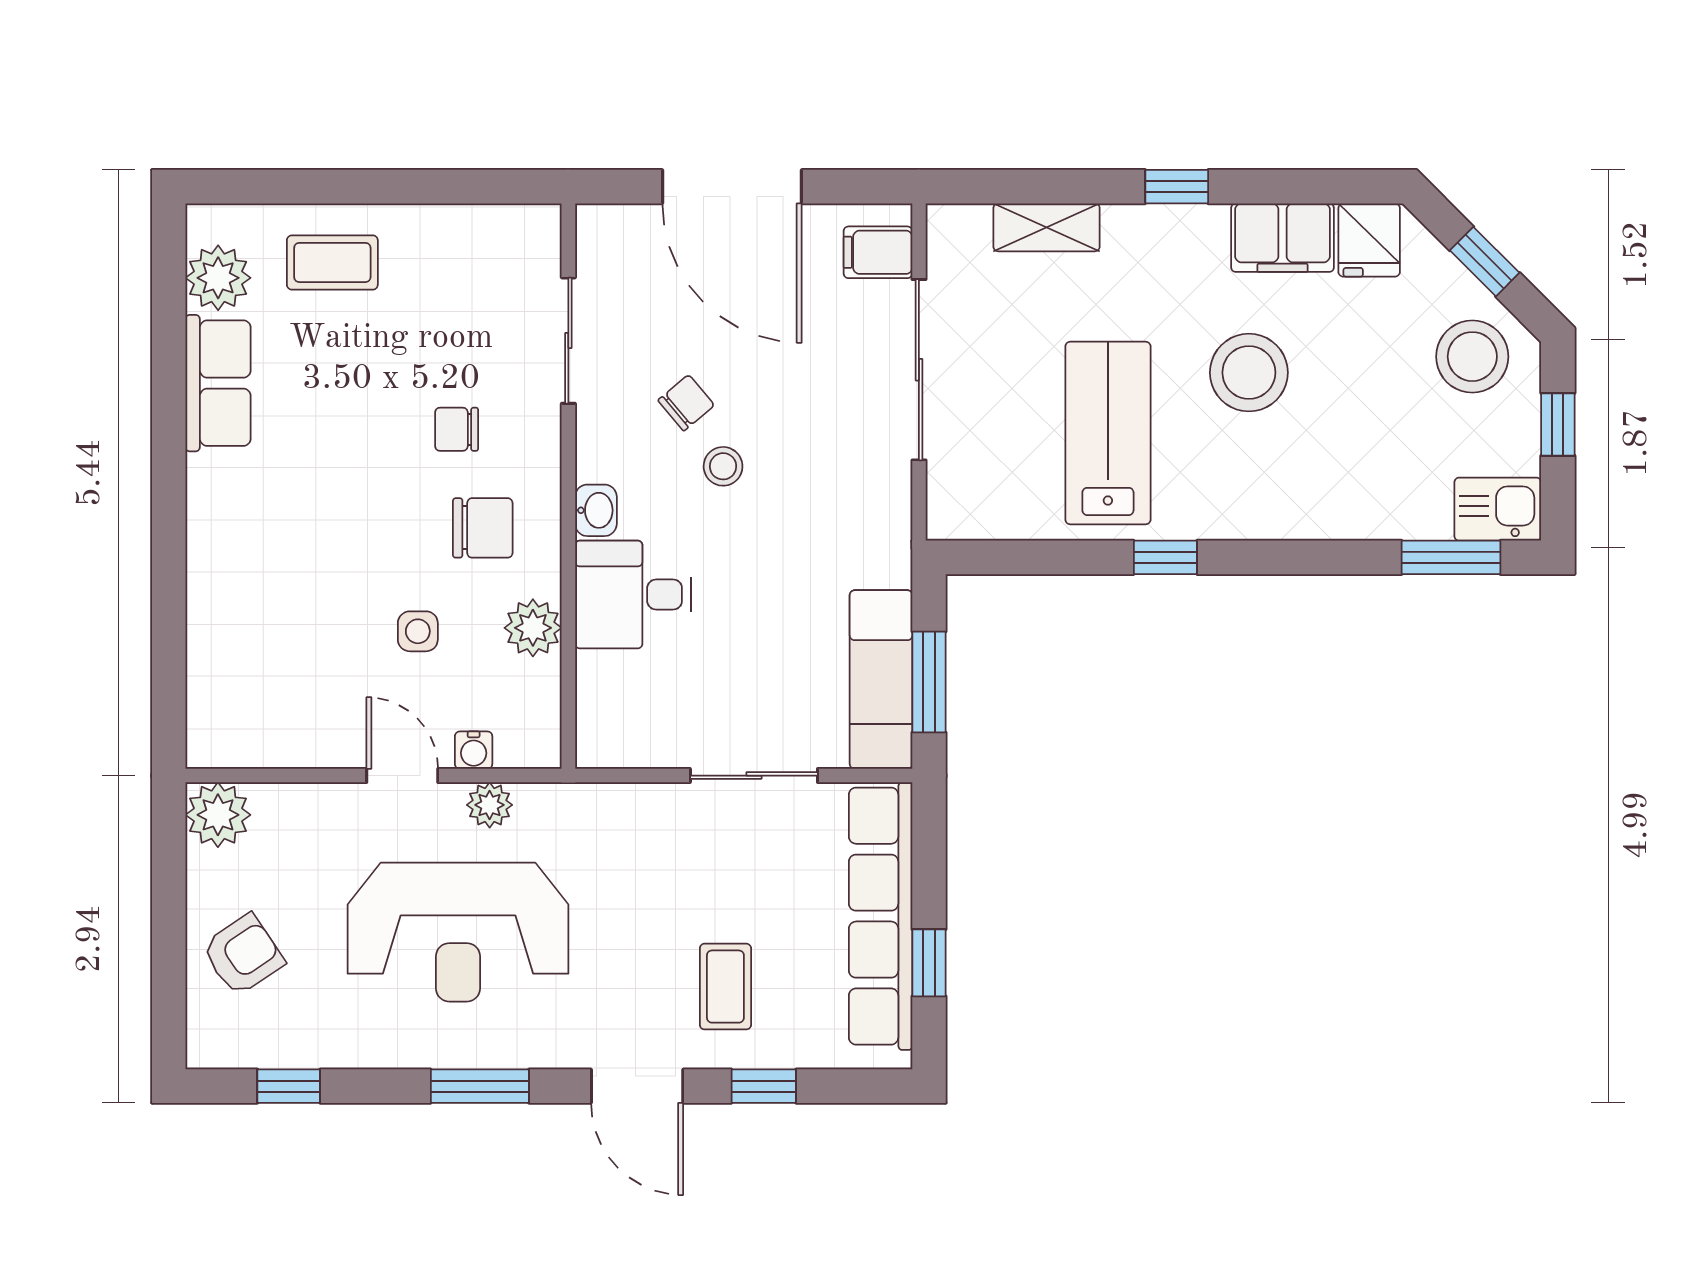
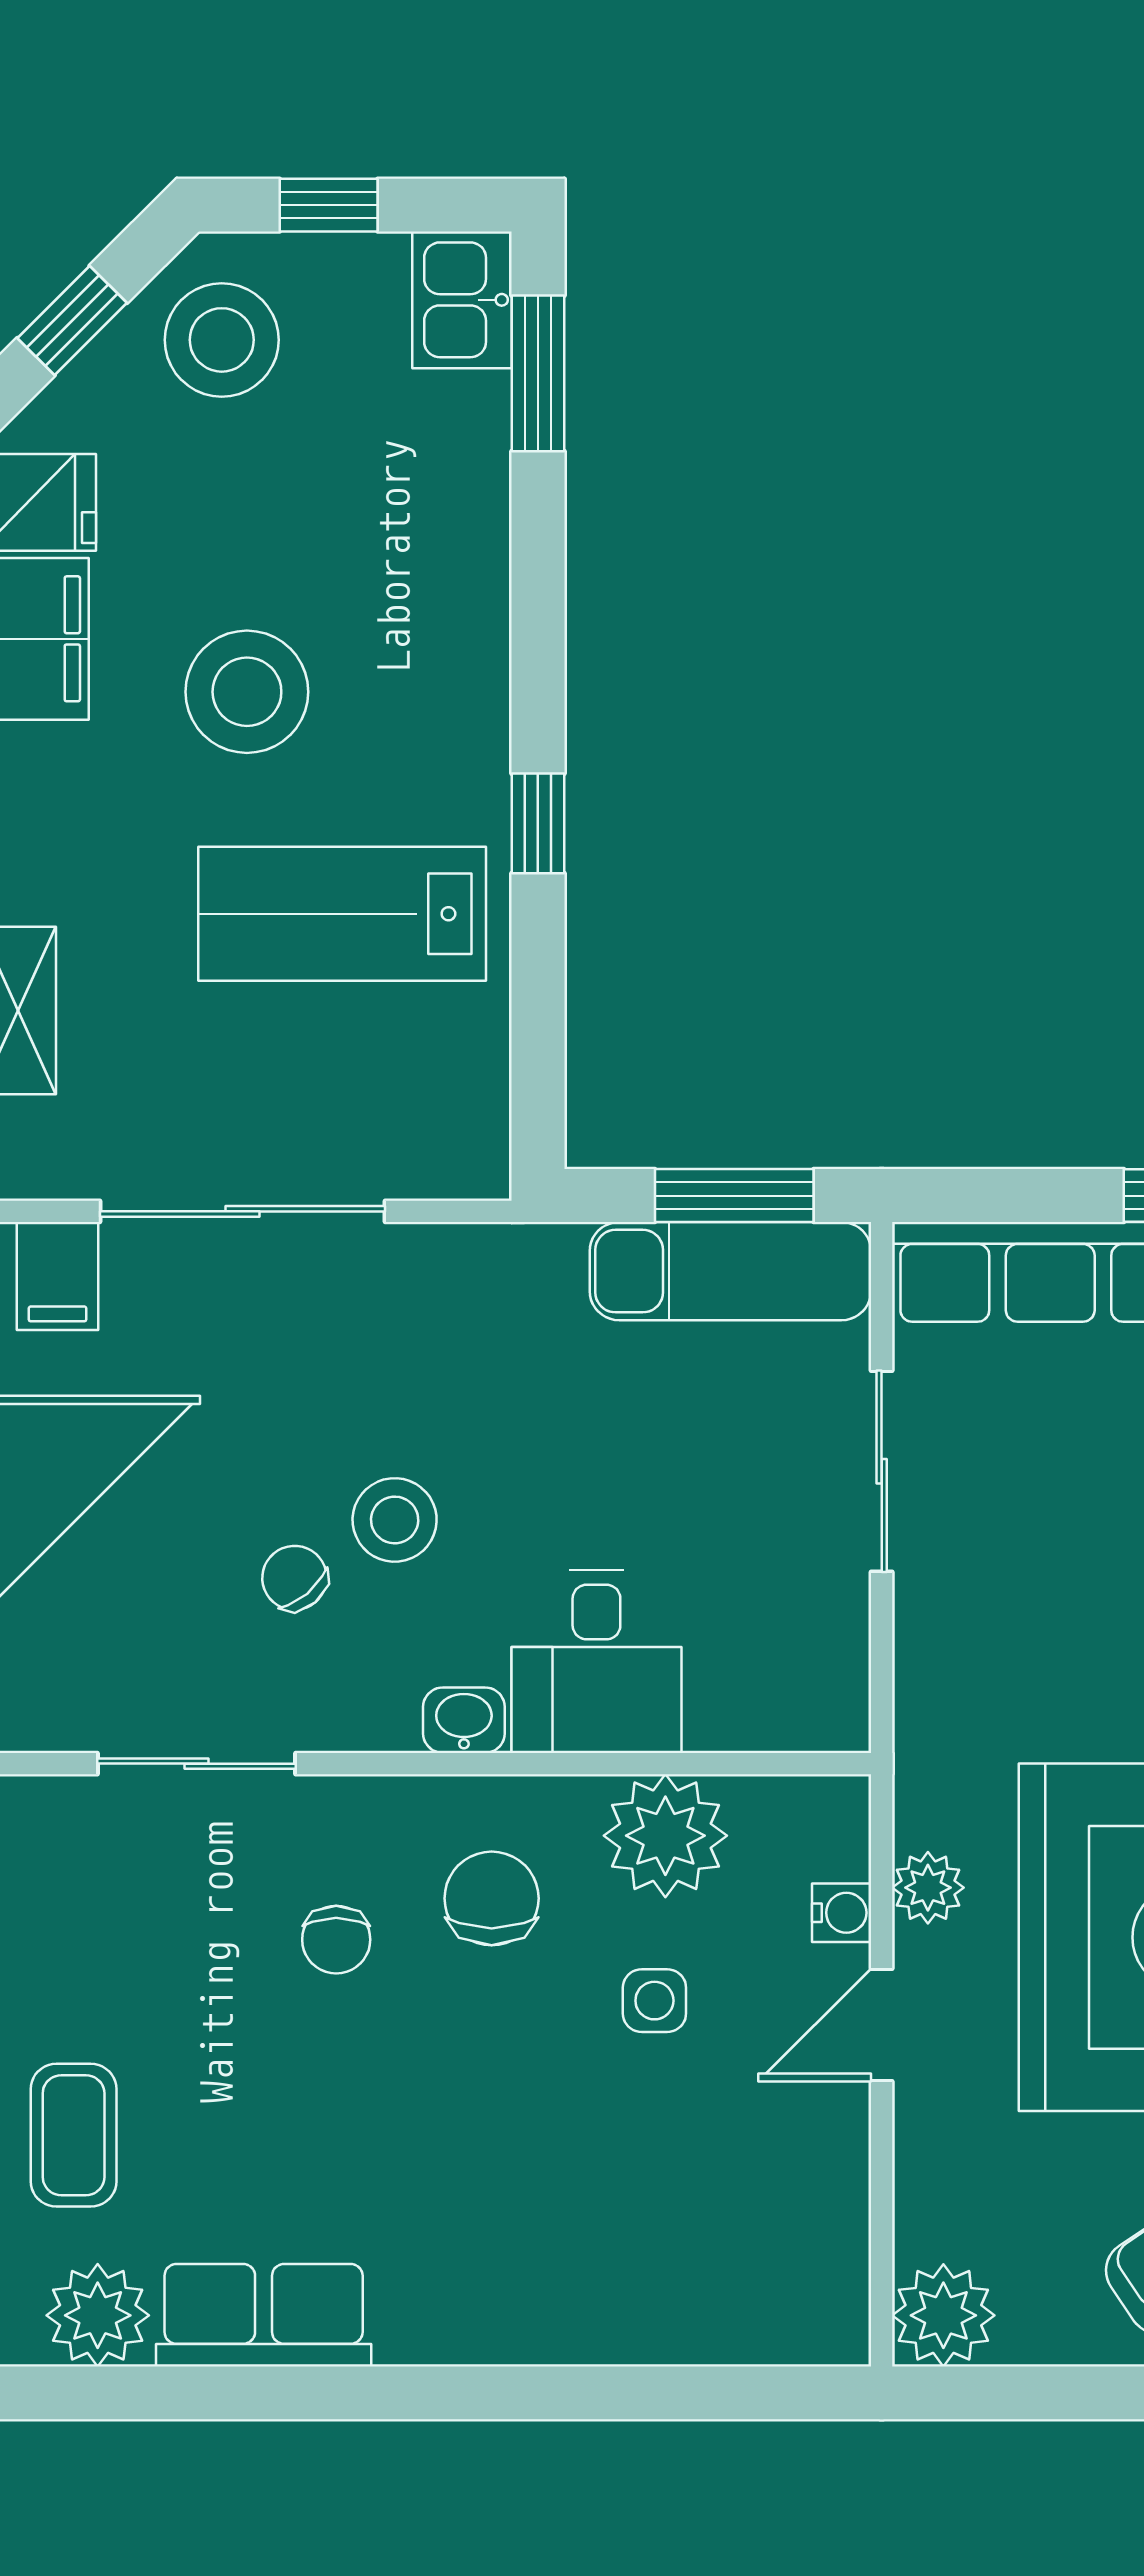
stool: (723, 466) -> (395, 1520), width x1.37, depth x1.37
plant: (533, 628) -> (665, 1836), width x1.36, depth x1.36

